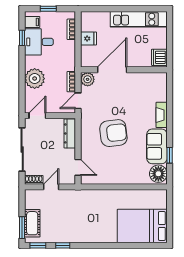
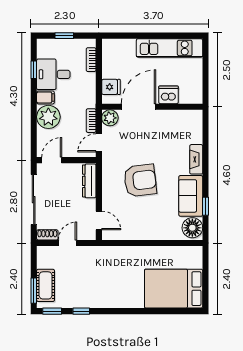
filing cabinet: (32, 22) -> (45, 97), moved
fridge: (88, 39) -> (111, 87), moved
dishwasher: (159, 57) -> (169, 95), moved, turned 90

